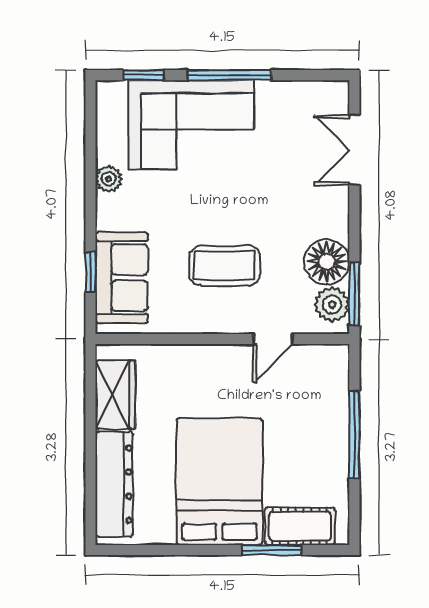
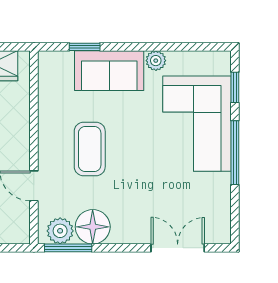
sofa: (122, 278) -> (109, 71), moved

